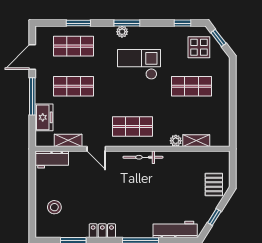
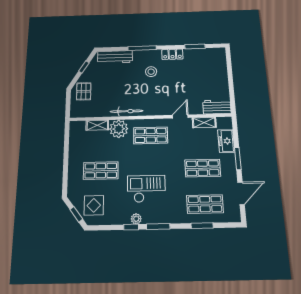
window: (183, 23) -> (131, 227), moved
plant: (122, 32) -> (136, 219), moved
checkout: (139, 64) -> (146, 189), turned 180
window: (32, 96) -> (238, 159), width x0.69
plant: (176, 141) -> (119, 129), width x1.88, depth x1.88
door: (96, 149) -> (180, 116), hinge flipped
bicycle: (143, 157) -> (126, 111), moved
stool: (54, 207) -> (151, 72), moved

